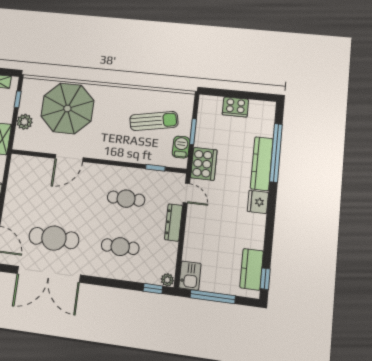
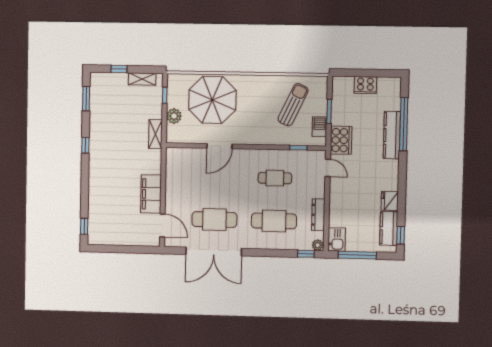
sun lounger: (154, 121) -> (293, 105), turned -54
fridge: (258, 202) -> (390, 201), moved
dresser: (174, 222) -> (318, 215), moved
cafe table: (120, 247) -> (274, 221), width x1.37, depth x1.35

